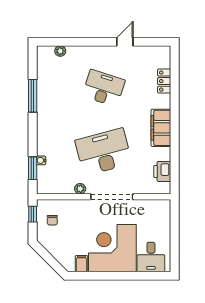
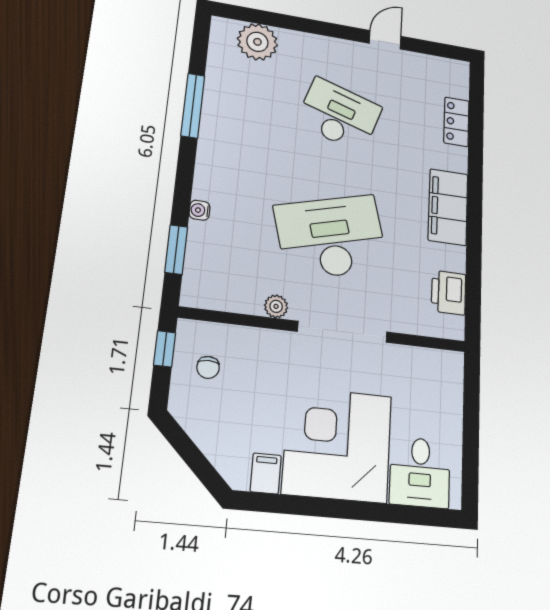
plant: (60, 51) -> (257, 42), width x1.87, depth x1.87
water cooler: (41, 160) -> (200, 210), moved

